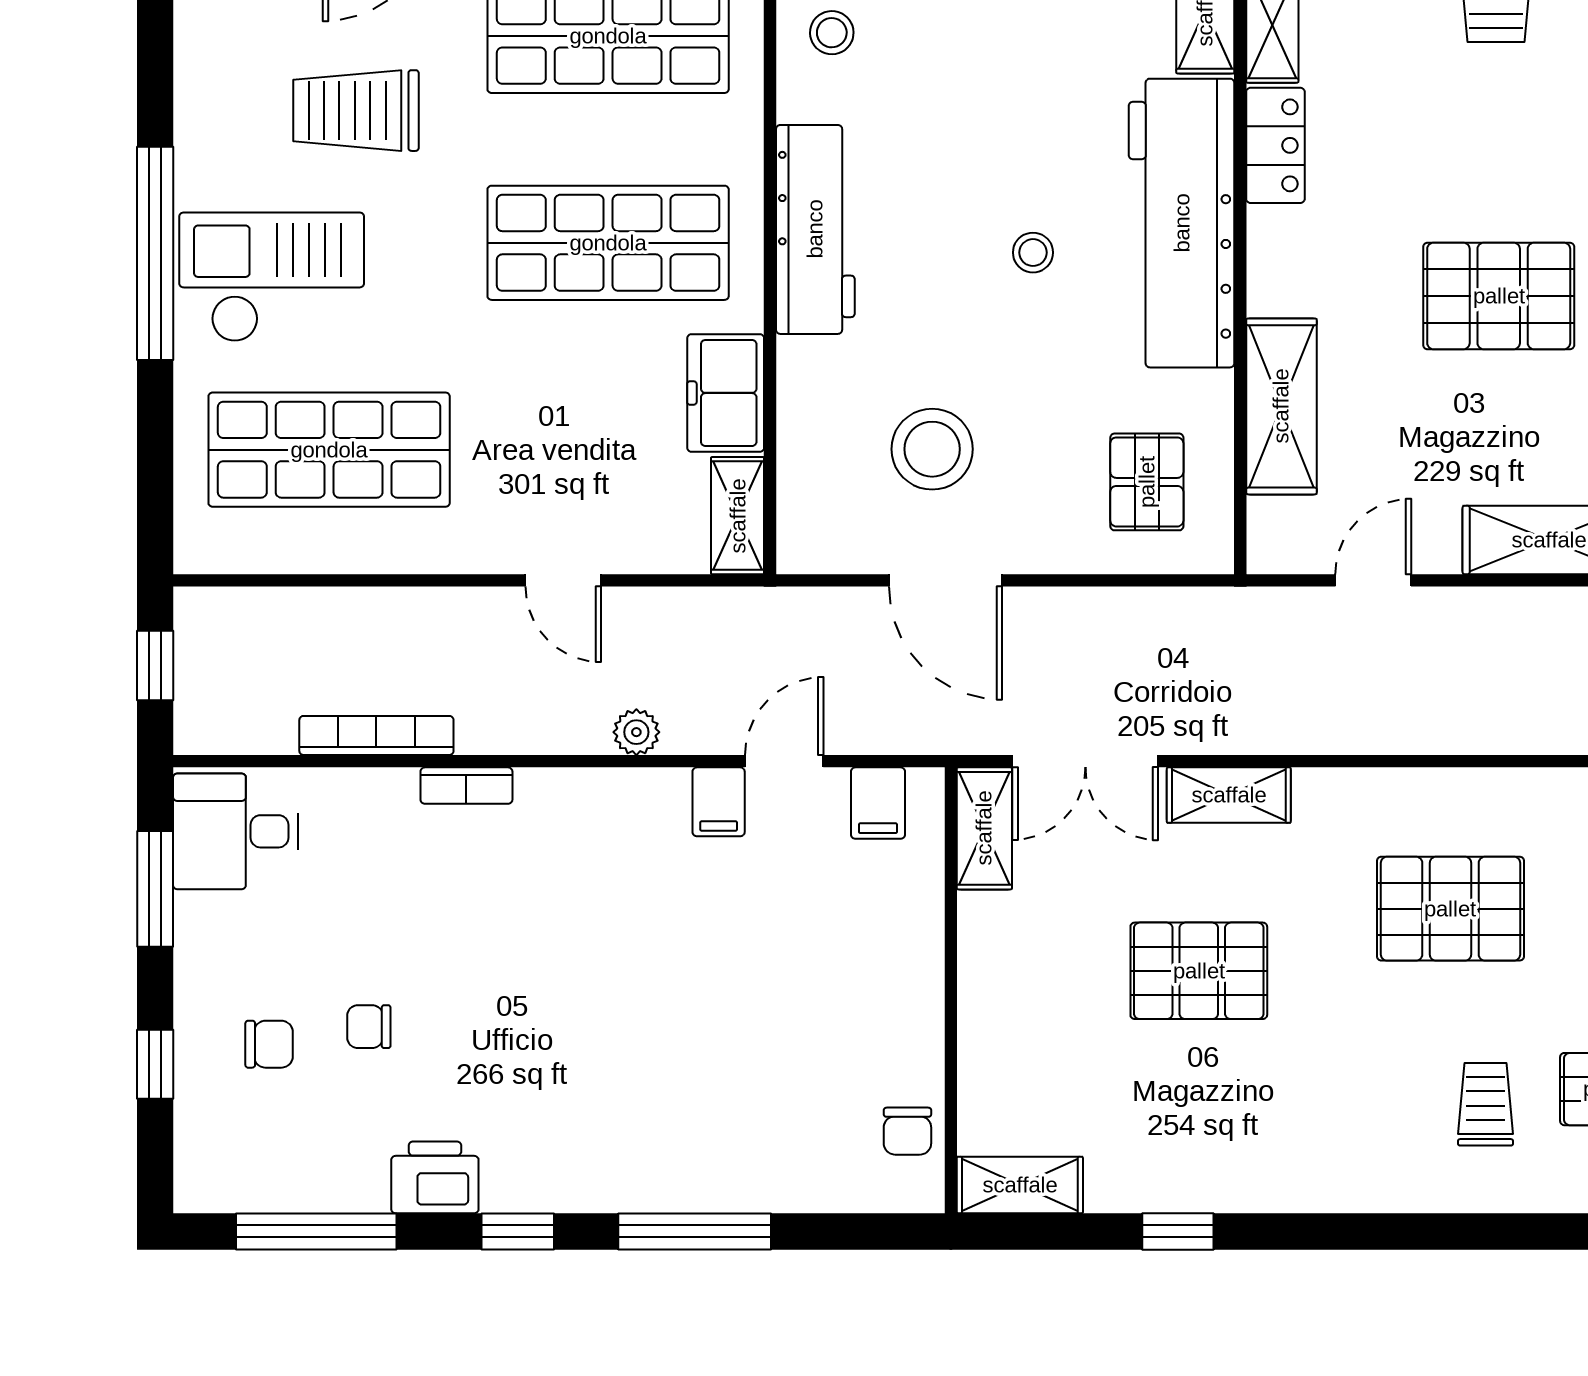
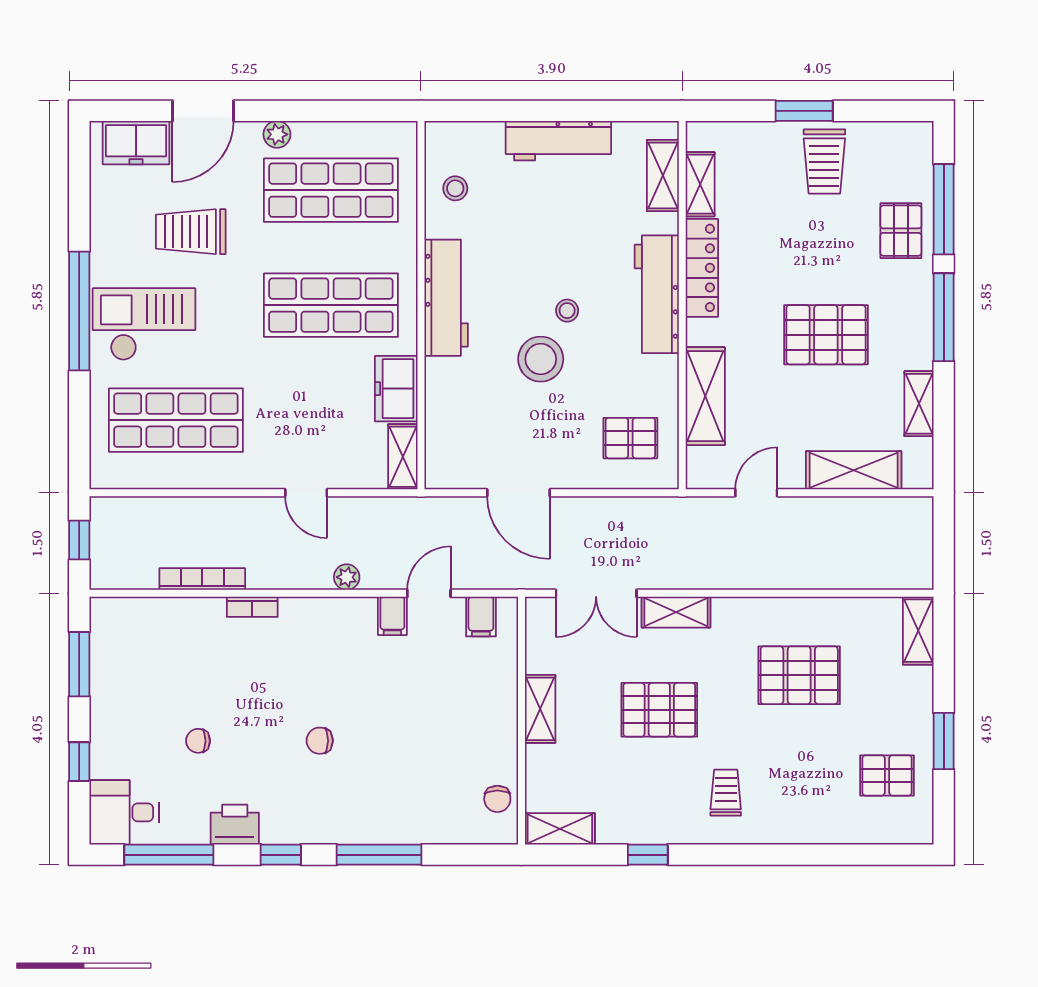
locker: (1275, 145) -> (702, 268), width x1.53
workbench: (1182, 223) -> (657, 294), width x0.73, depth x0.76
stool: (932, 449) -> (541, 359), moved
pallet: (1147, 482) -> (630, 438), turned 90
shelving: (984, 828) -> (540, 709), moved
desk: (236, 831) -> (124, 812), moved
chair: (269, 1044) -> (320, 741), moved, turned 180
trolley: (1486, 1104) -> (726, 793), moved

